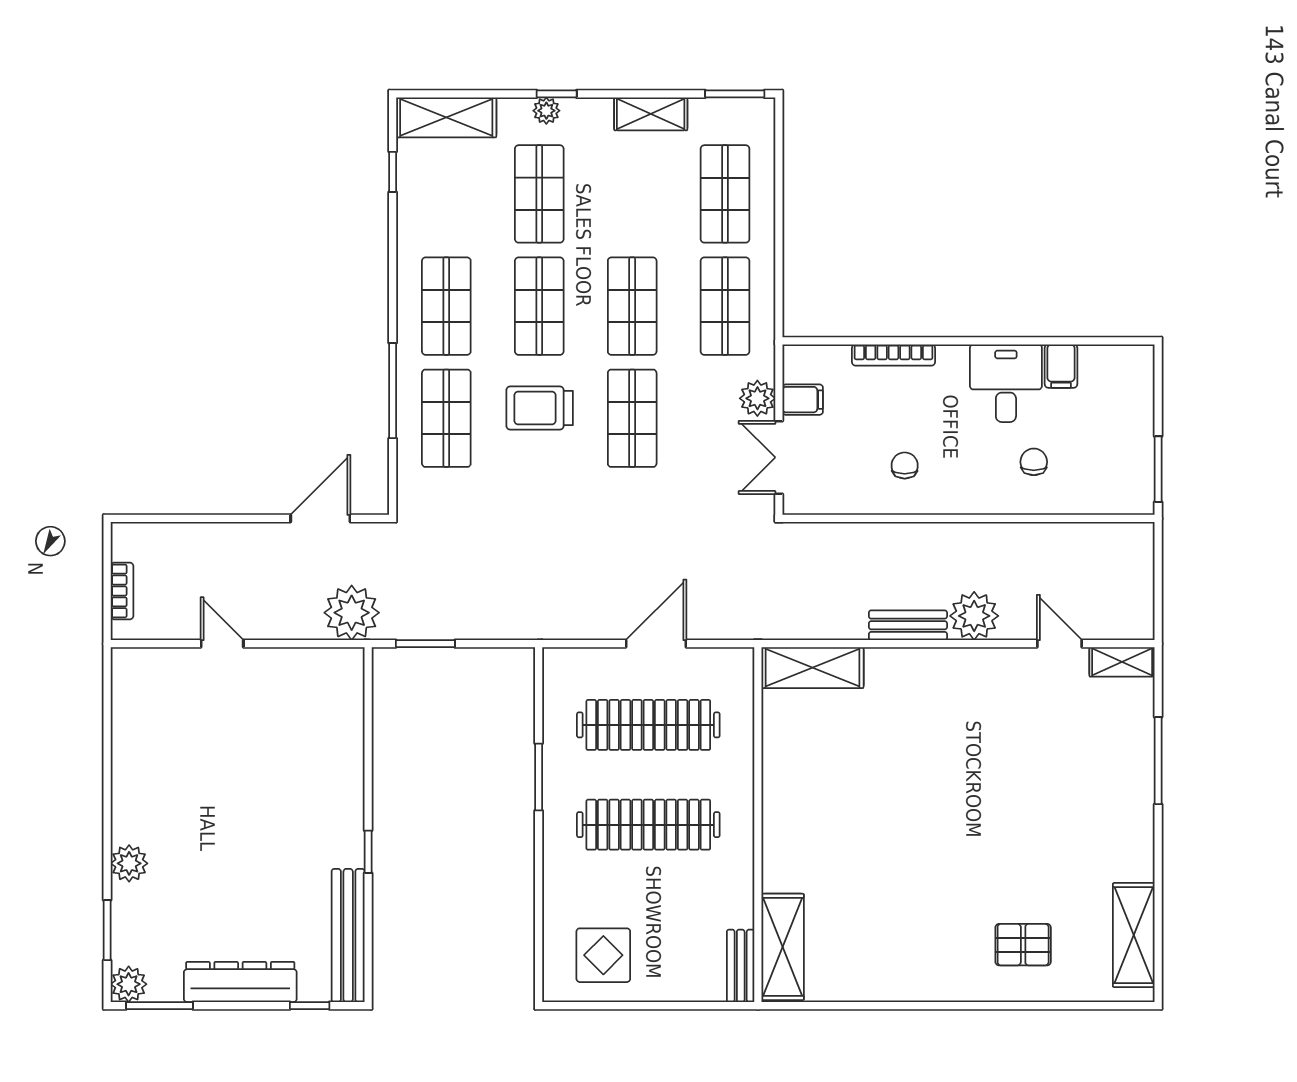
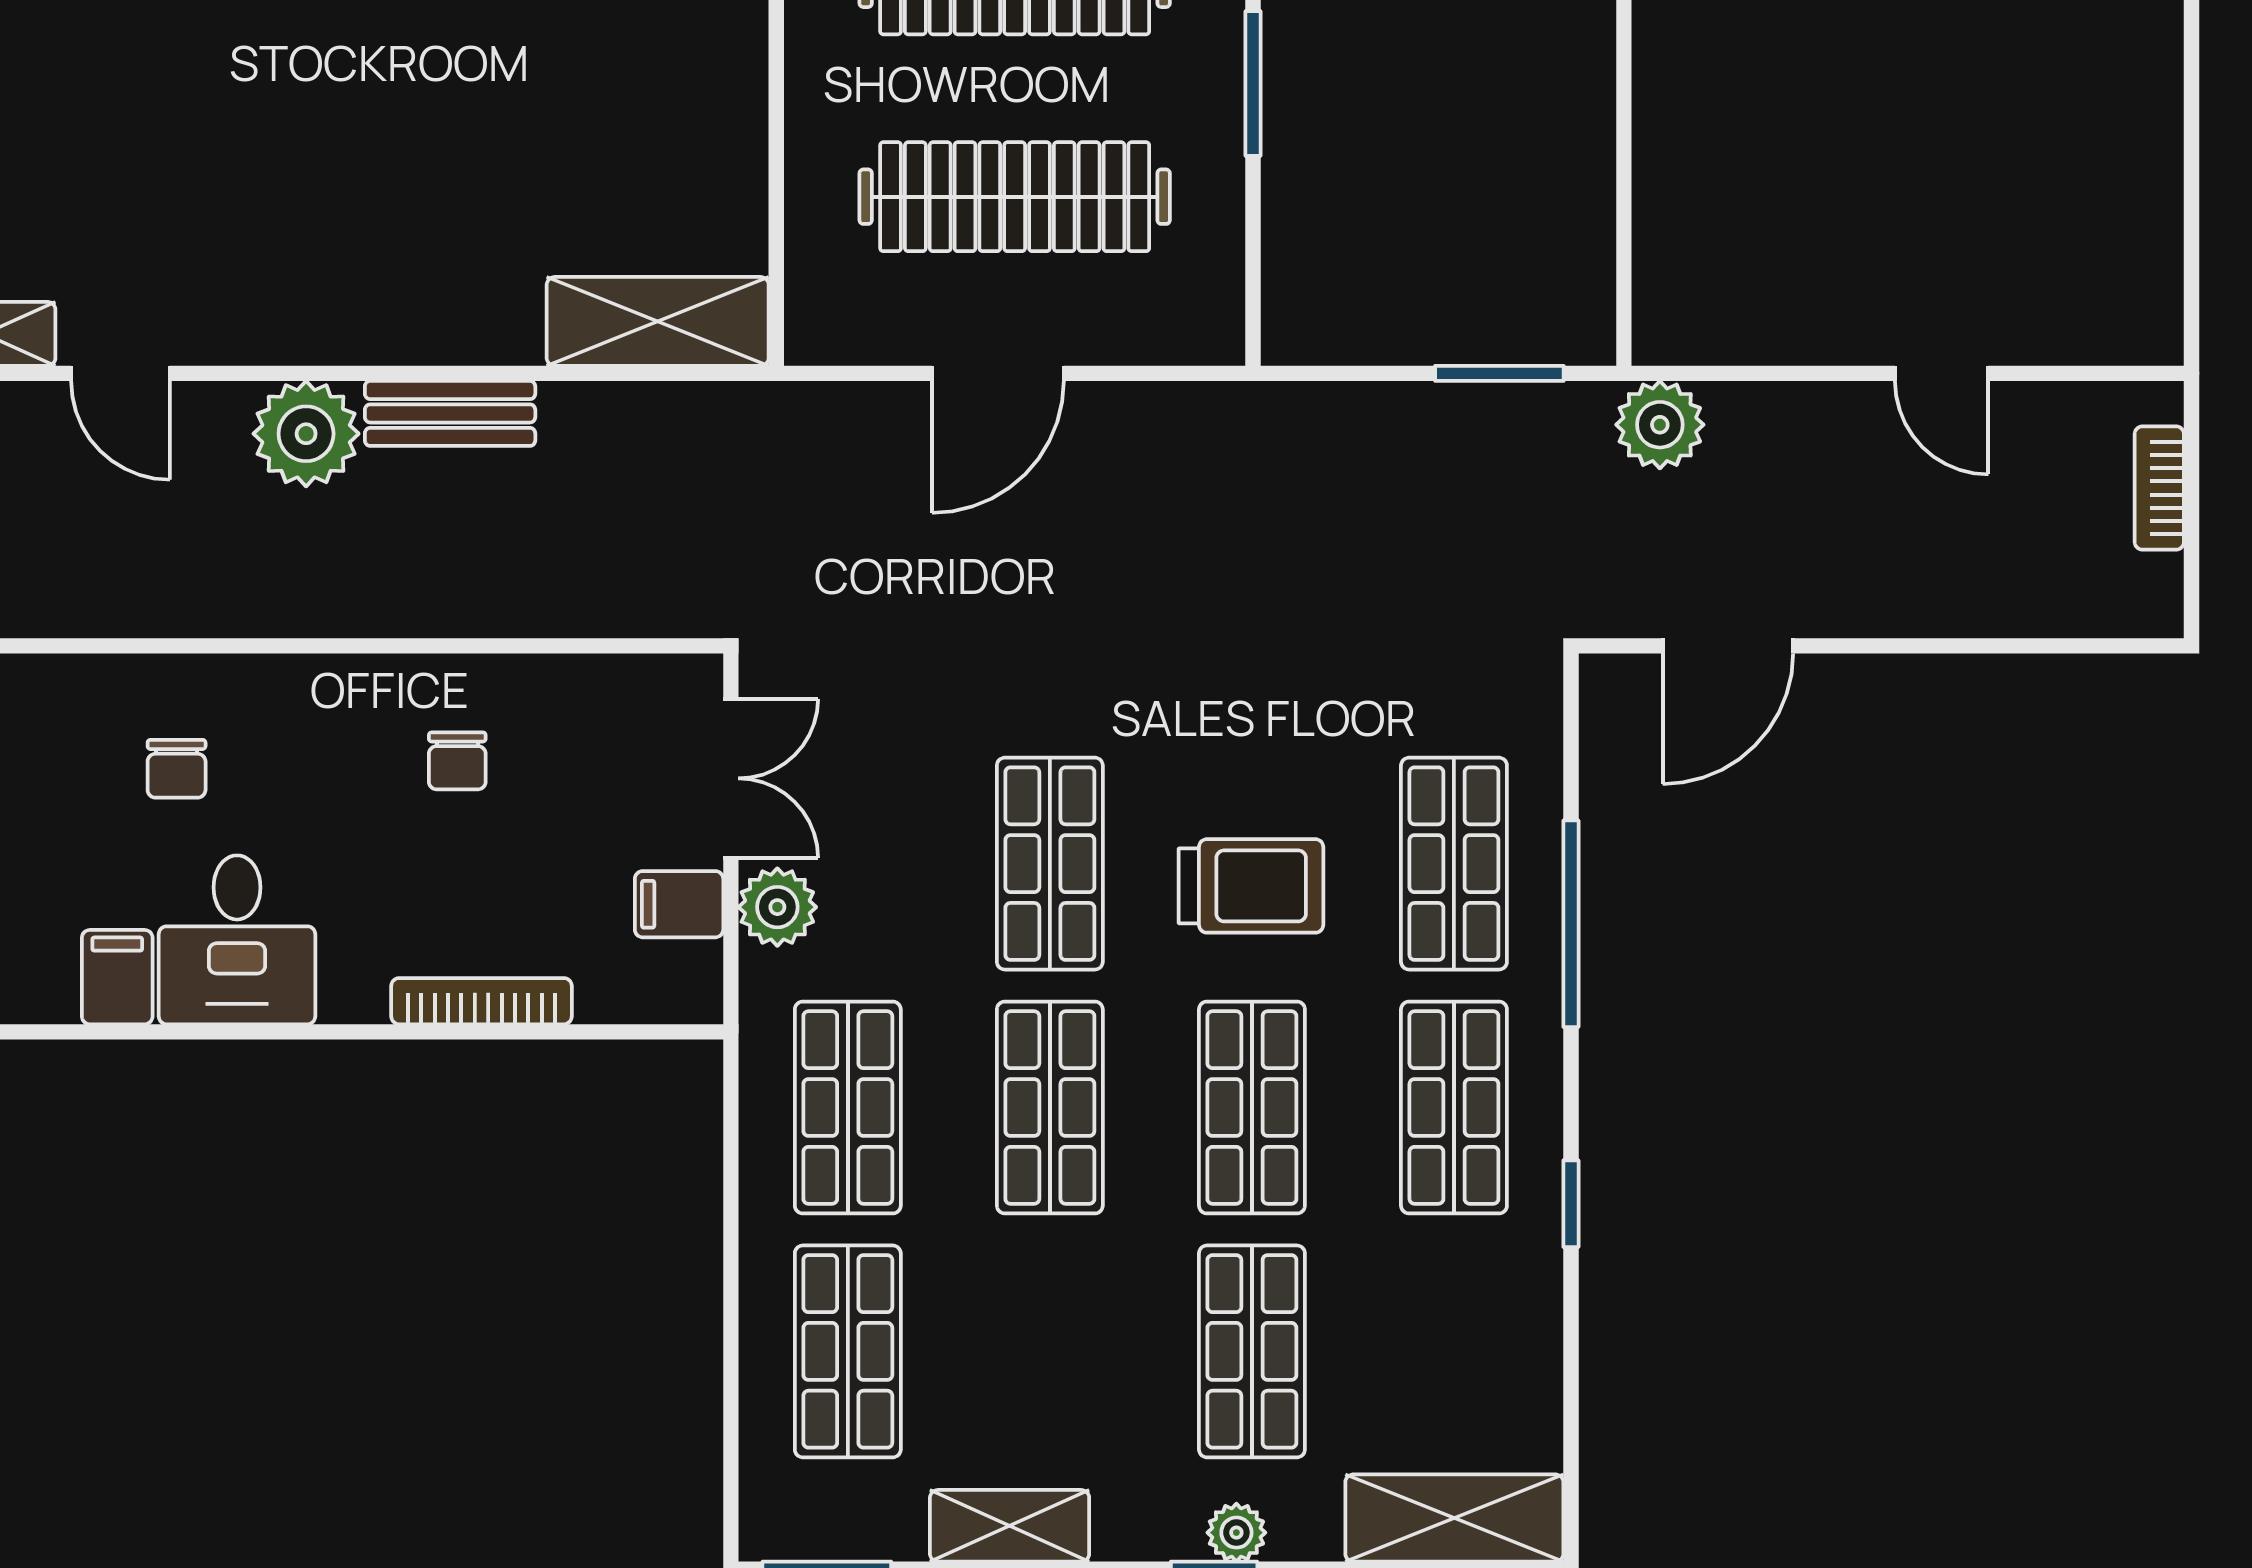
window: (393, 172) -> (1571, 1204), moved
plant: (352, 613) -> (1660, 425), width x0.73, depth x0.73

